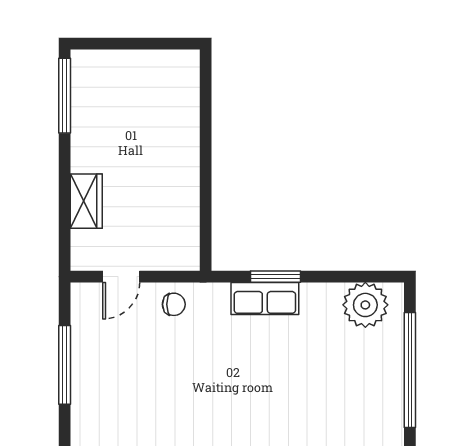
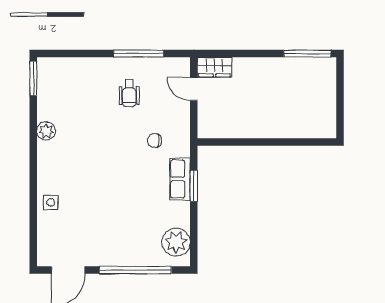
wardrobe: (86, 201) -> (214, 67), moved
chair: (174, 304) -> (155, 140), moved, turned 90
wheelchair: (128, 380) -> (129, 93), added

